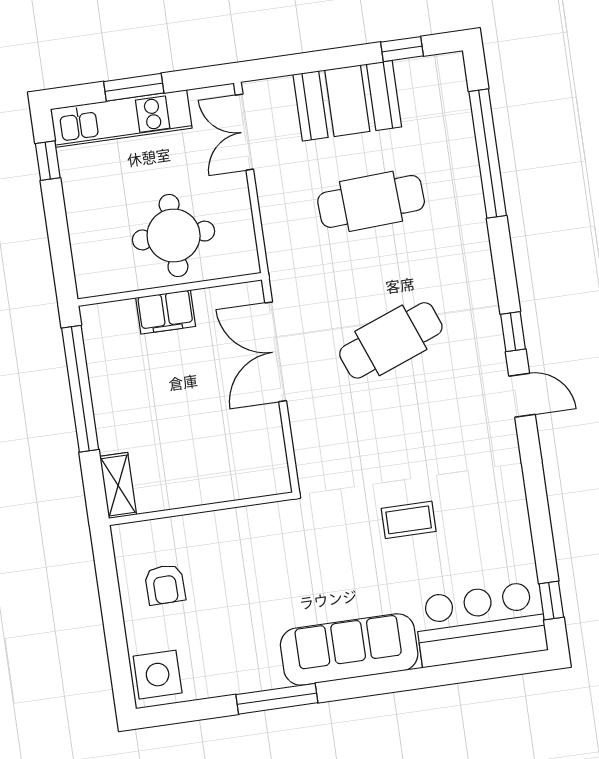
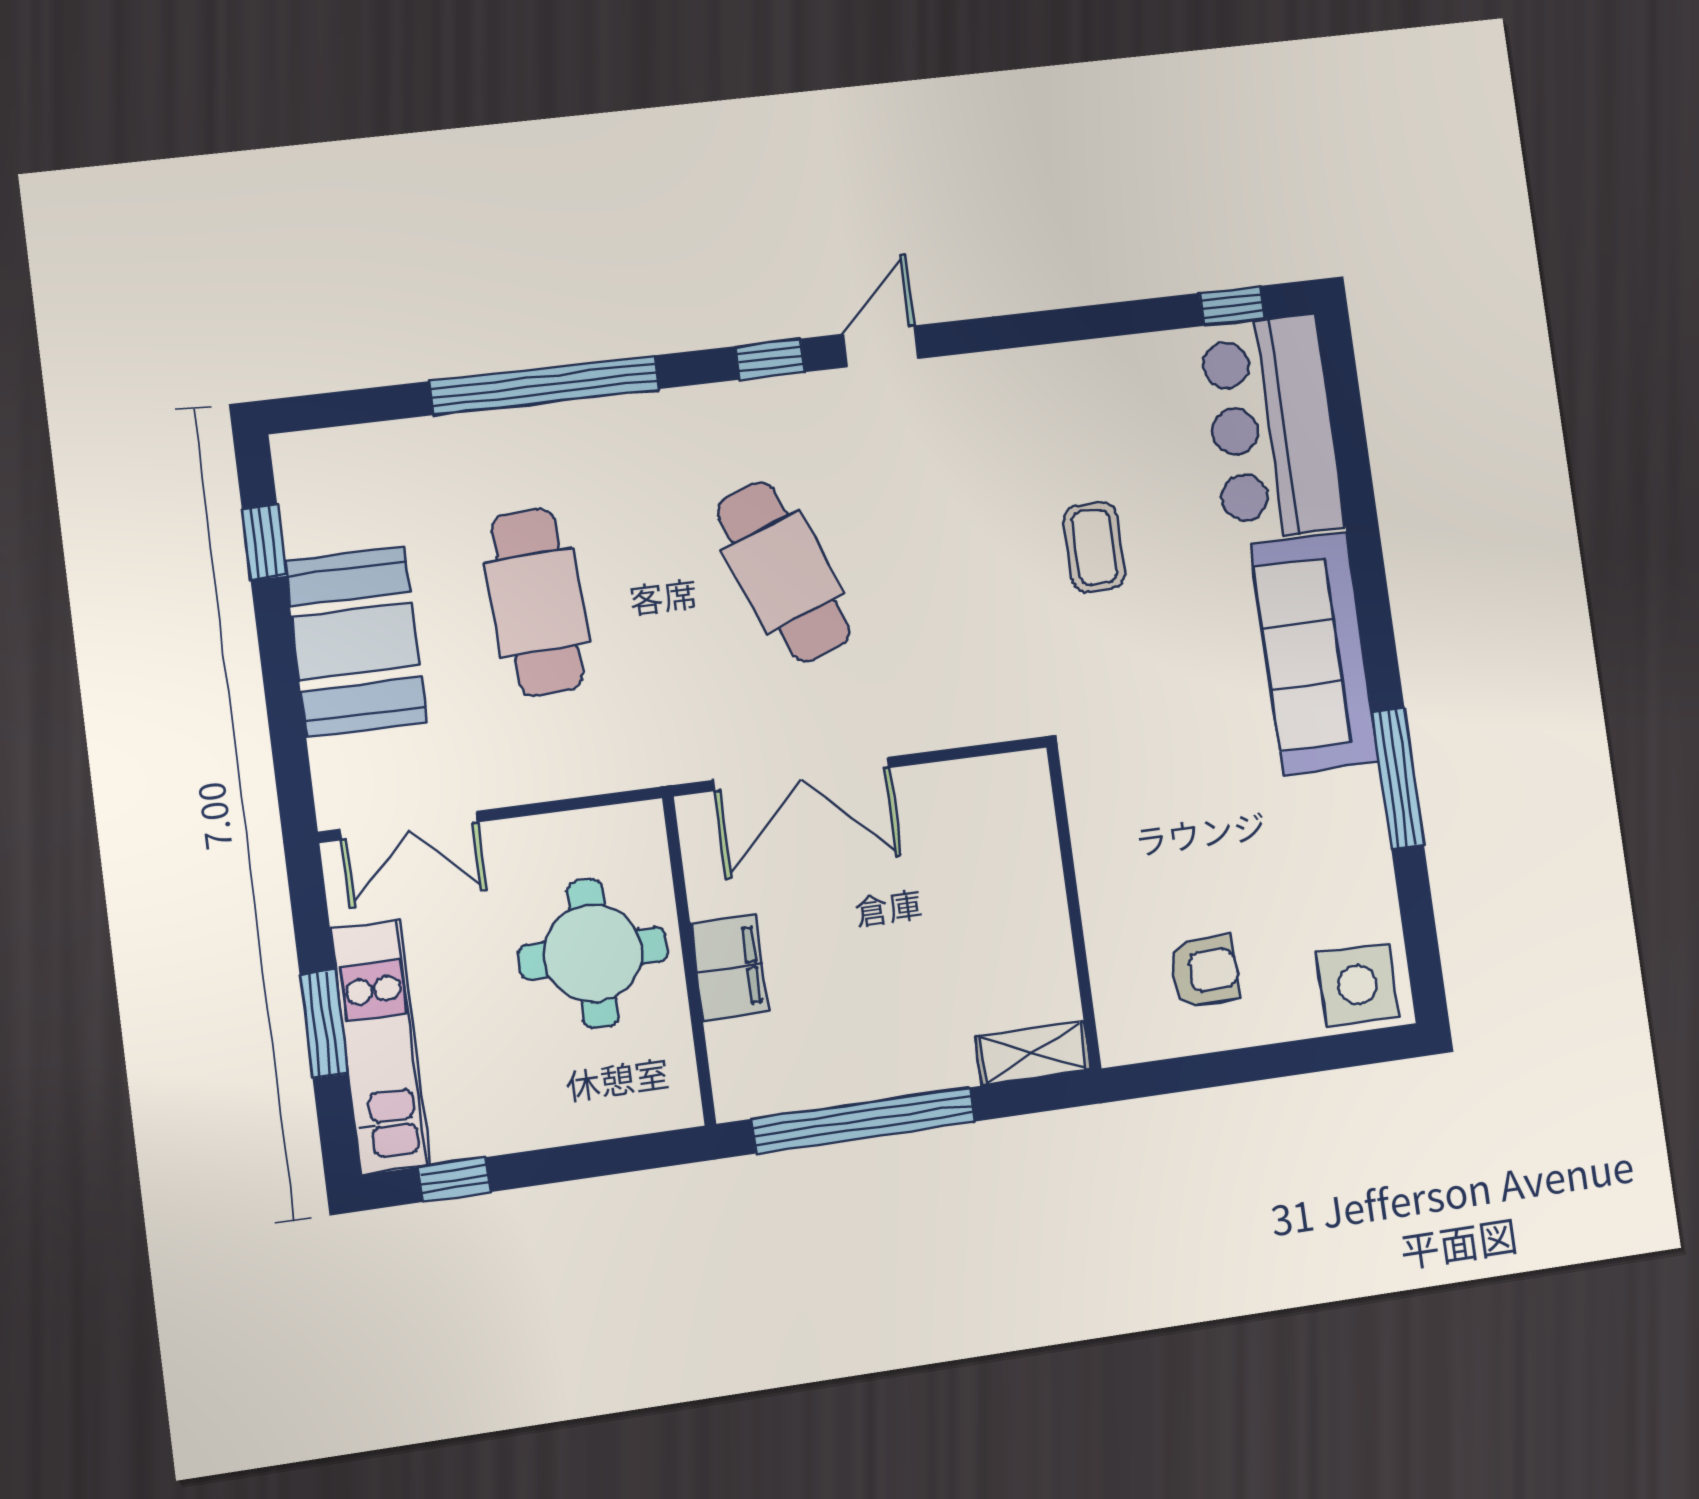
window: (488, 154) -> (544, 385), moved

